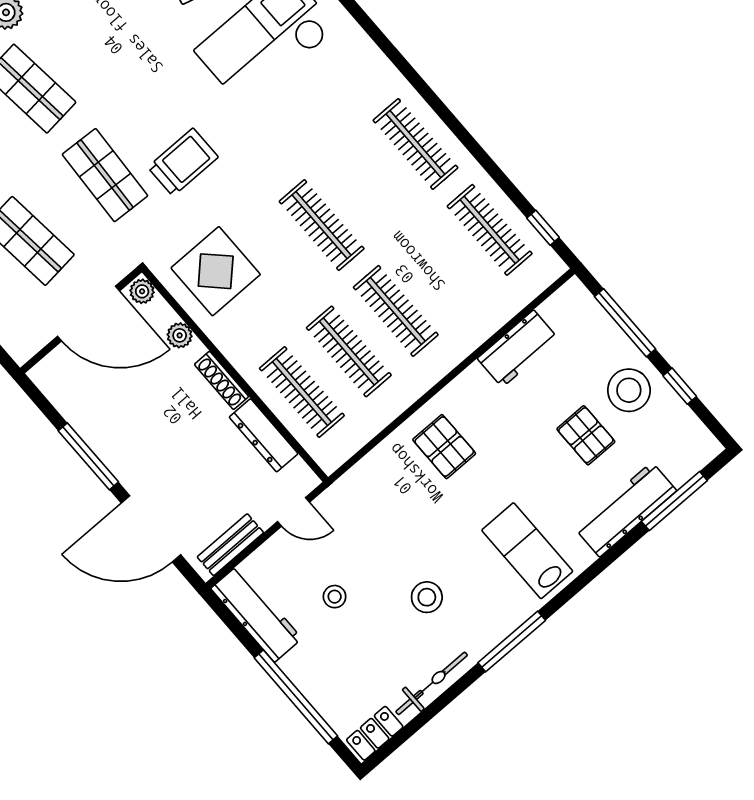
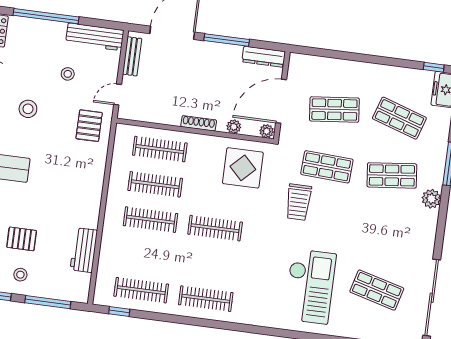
stool: (629, 390) -> (20, 275), width x0.53, depth x0.53
dresser: (264, 435) -> (264, 57), moved, turned 180
pallet: (444, 447) -> (89, 126), moved, turned 90

